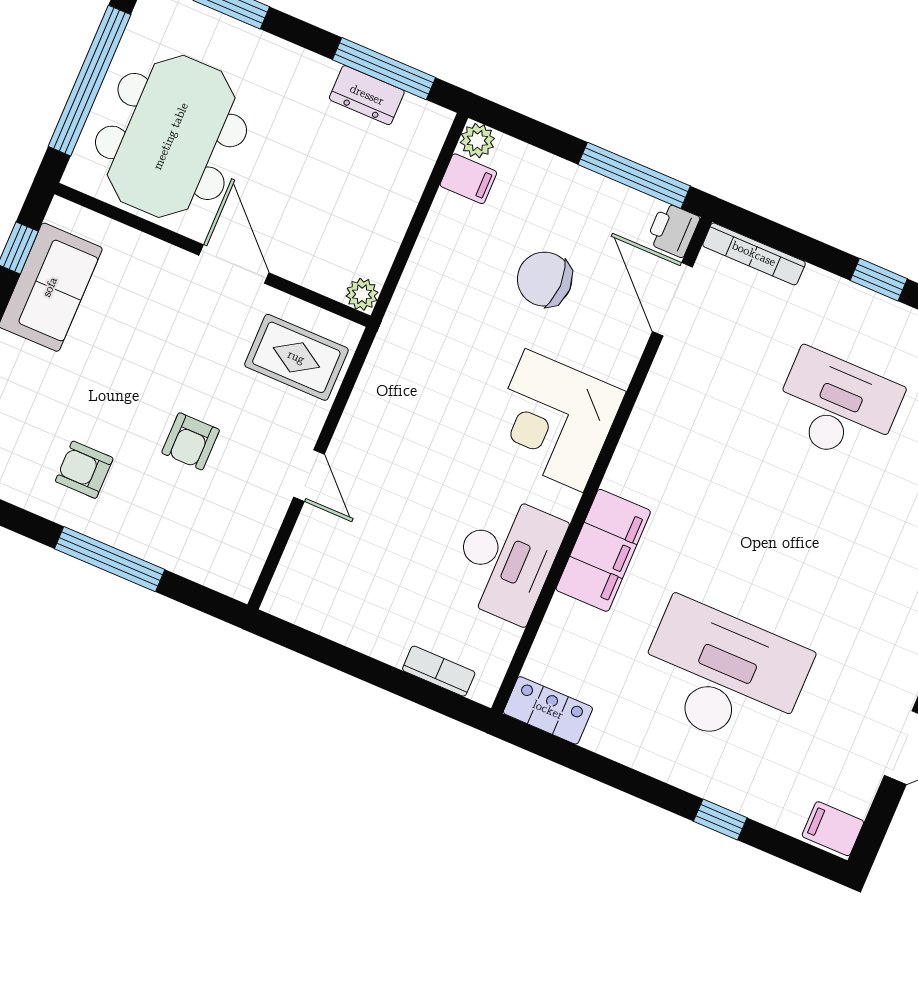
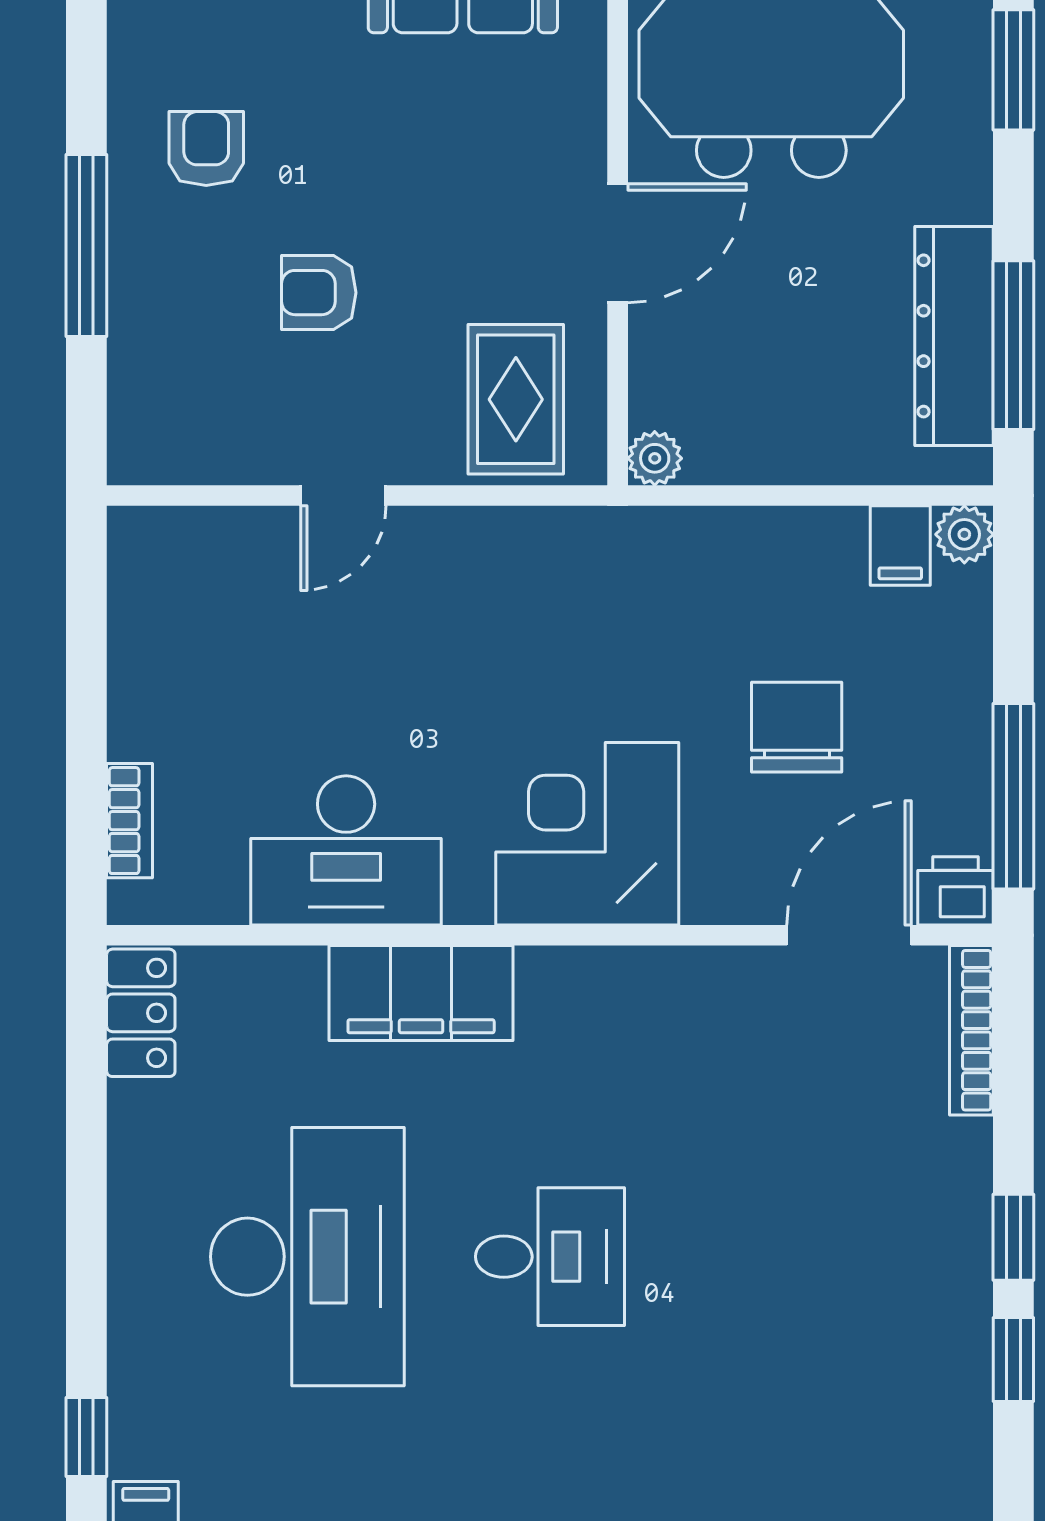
dresser: (367, 95) -> (954, 336), width x1.96, depth x1.24
desk: (837, 407) -> (550, 1257), moved, width x0.73
window: (720, 820) -> (86, 1437), moved

